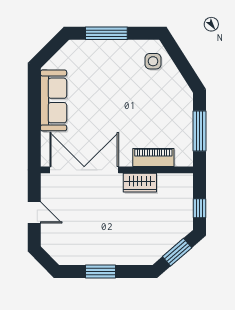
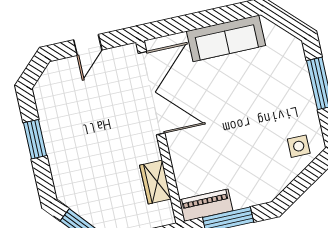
piano: (153, 158) -> (206, 205), moved, turned -90
wardrobe: (140, 183) -> (155, 182), moved

